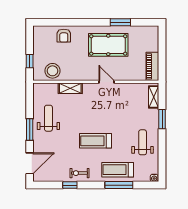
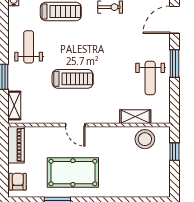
armchair: (64, 36) -> (18, 182), moved
shelving: (70, 88) -> (135, 117), moved
treadmill: (96, 141) -> (73, 79), moved
weight bench: (143, 142) -> (29, 47), turned 180

